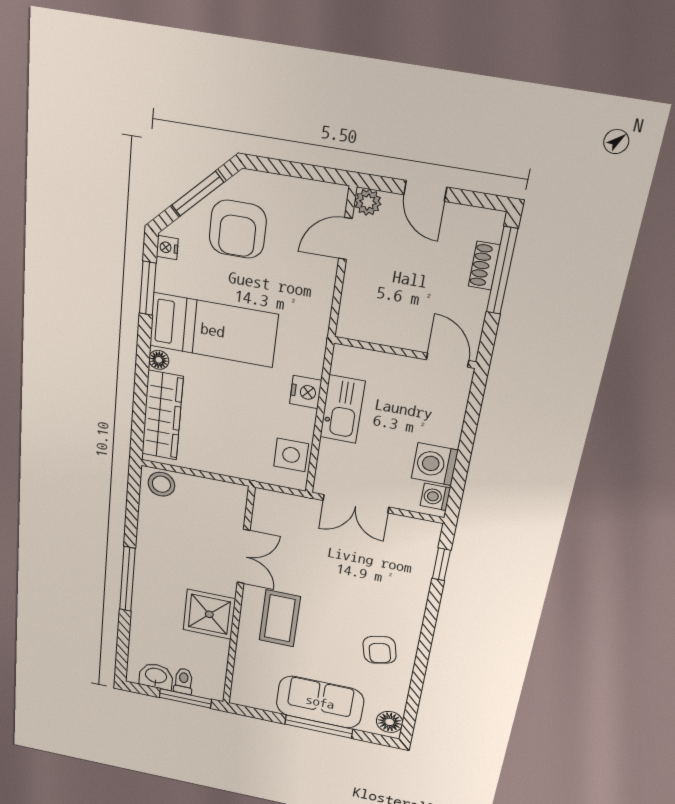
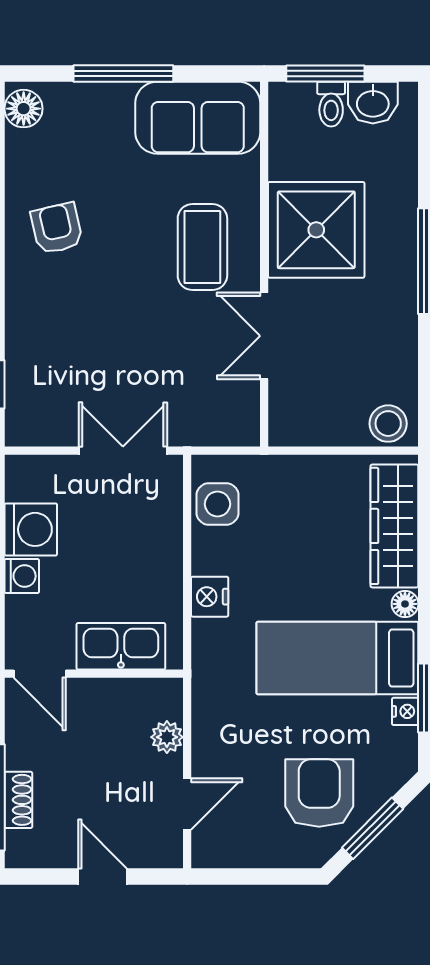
plant: (368, 202) -> (167, 737), moved
nightstand: (167, 248) -> (405, 711), moved
kitchen sink: (342, 409) -> (121, 646), moved, turned 90
washing machine: (435, 497) -> (22, 576), moved
shower: (209, 614) -> (316, 230), width x1.37, depth x1.37
sofa: (320, 702) -> (198, 118), moved

